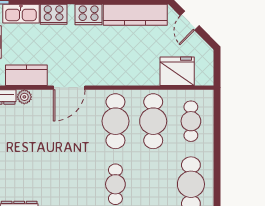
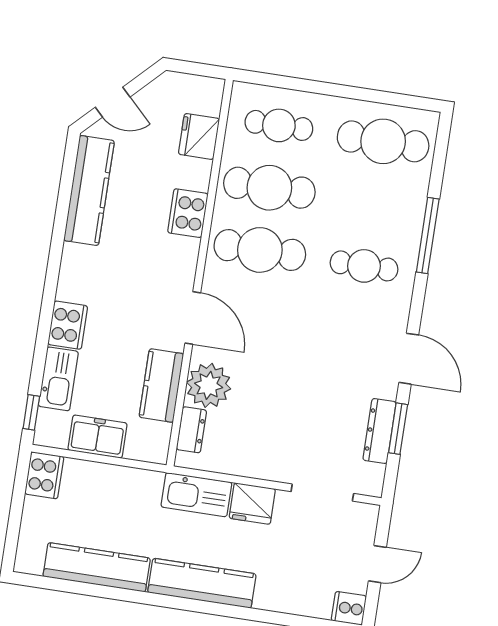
cooker: (89, 14) -> (188, 213), moved, turned 180
fridge: (177, 71) -> (199, 136), width x0.73, depth x0.75
plant: (24, 97) -> (209, 385), width x1.87, depth x1.87

